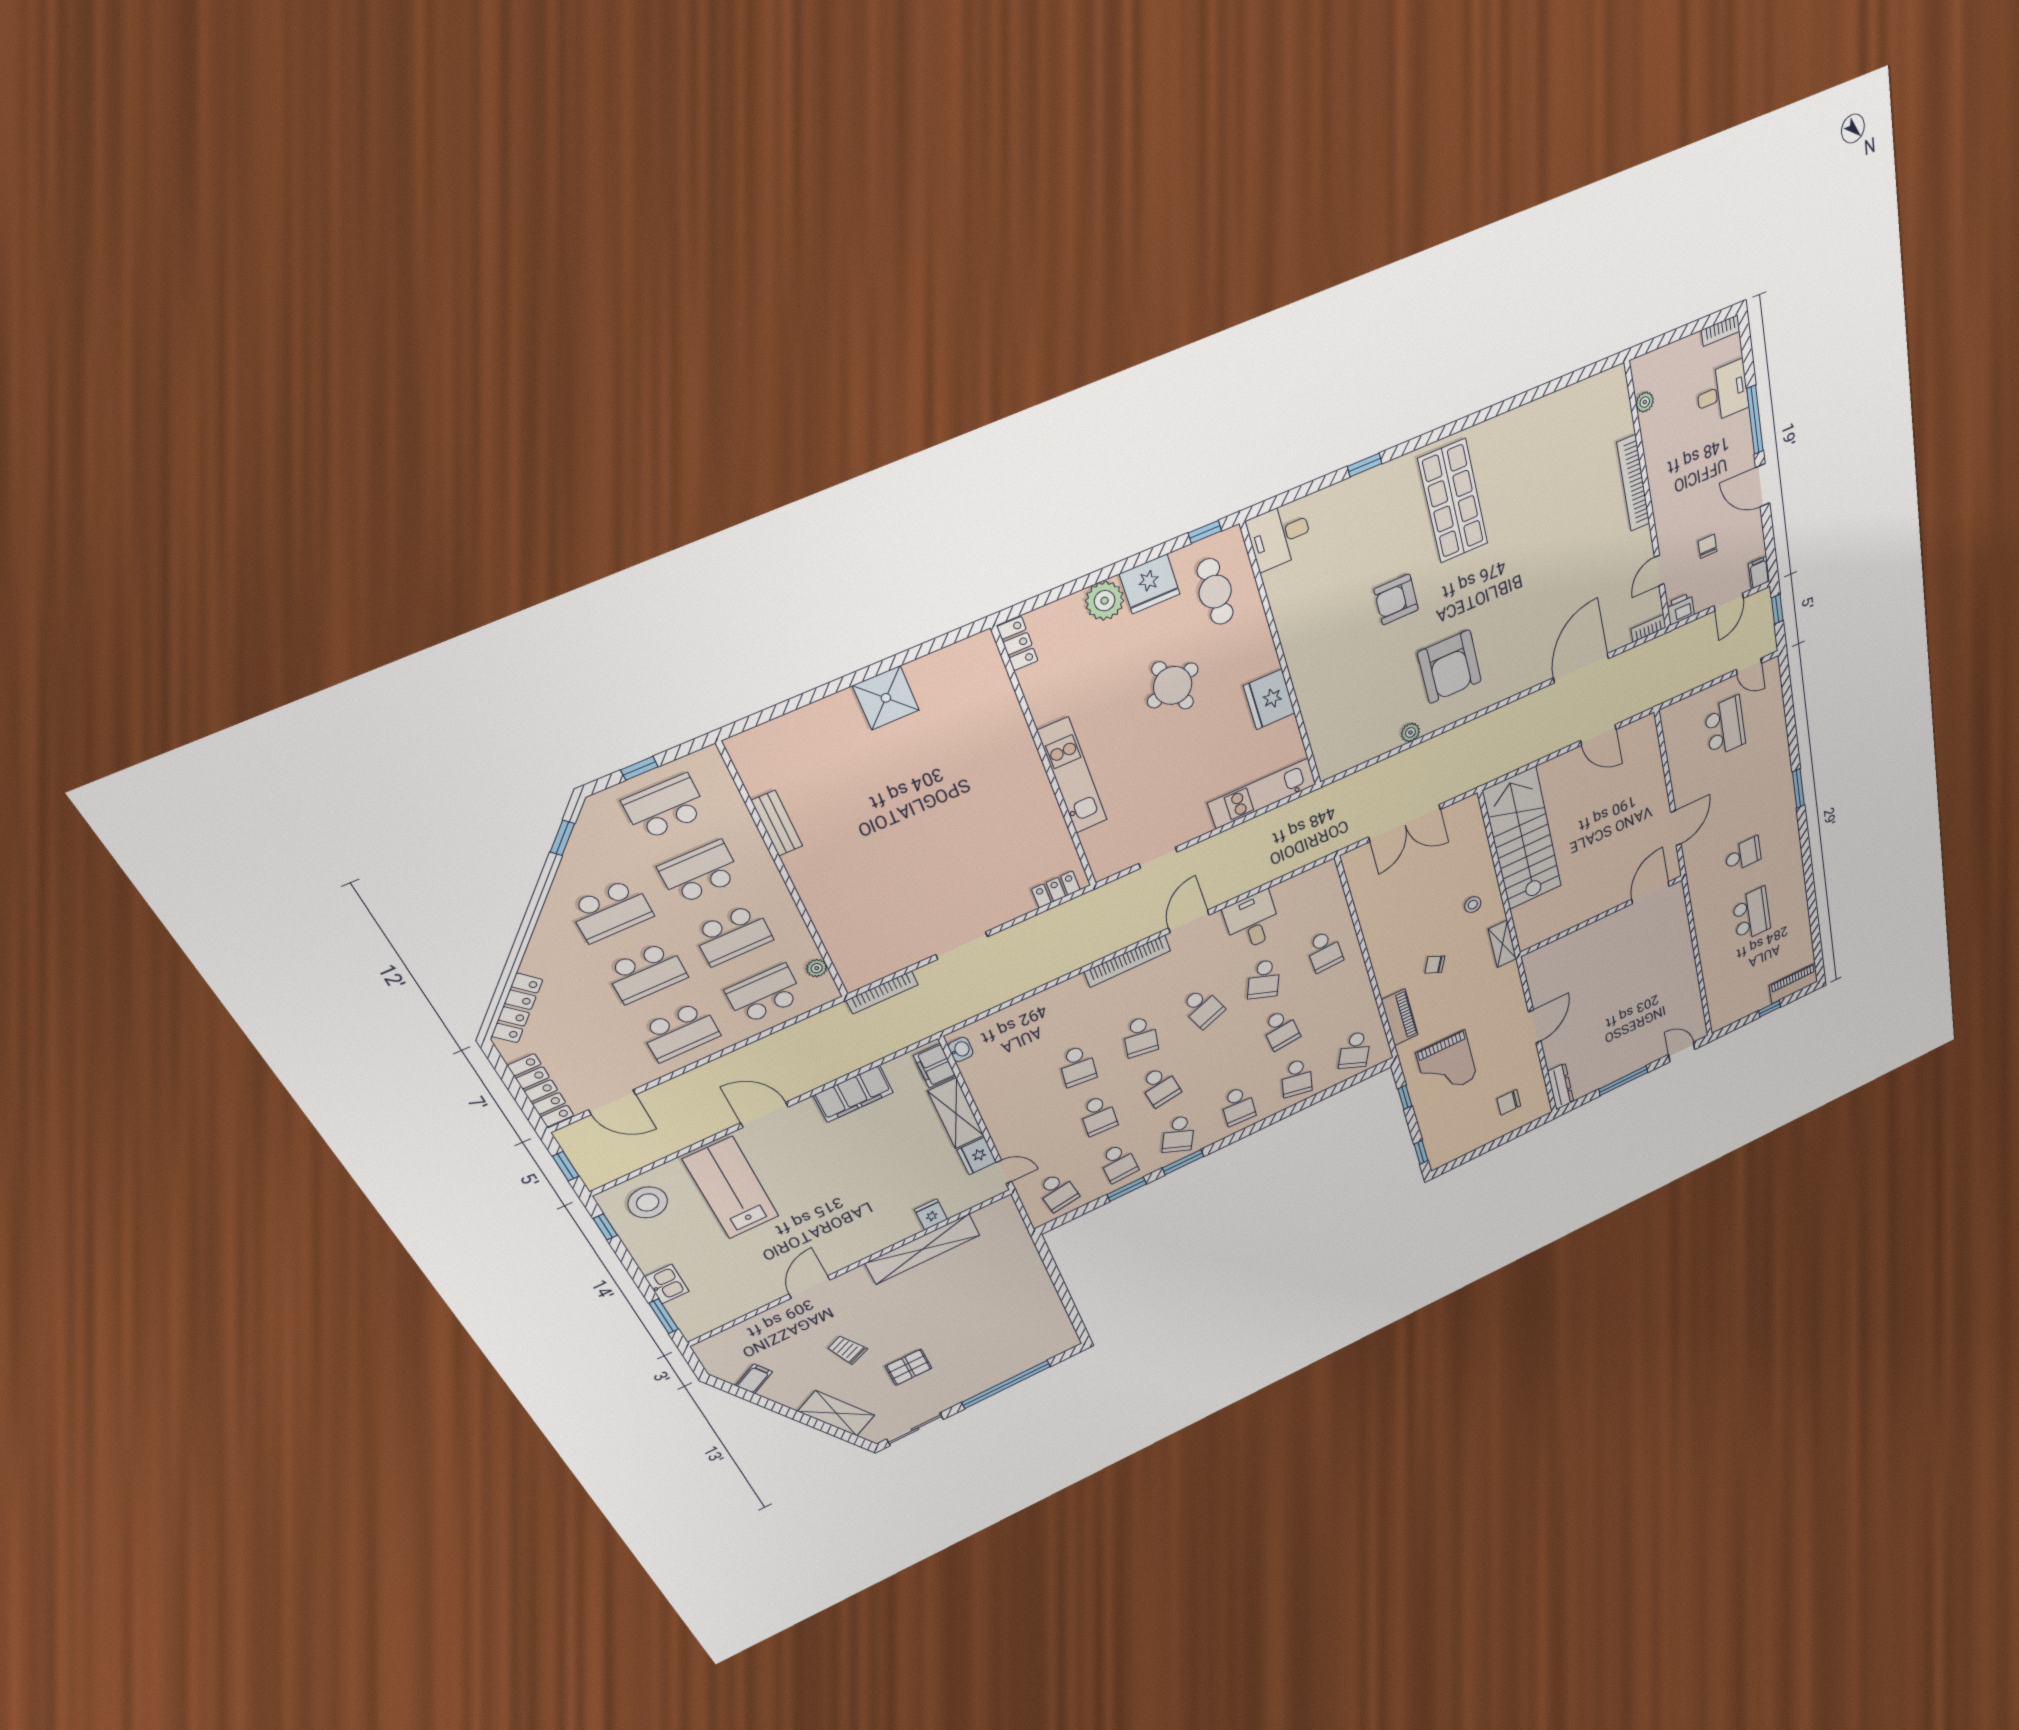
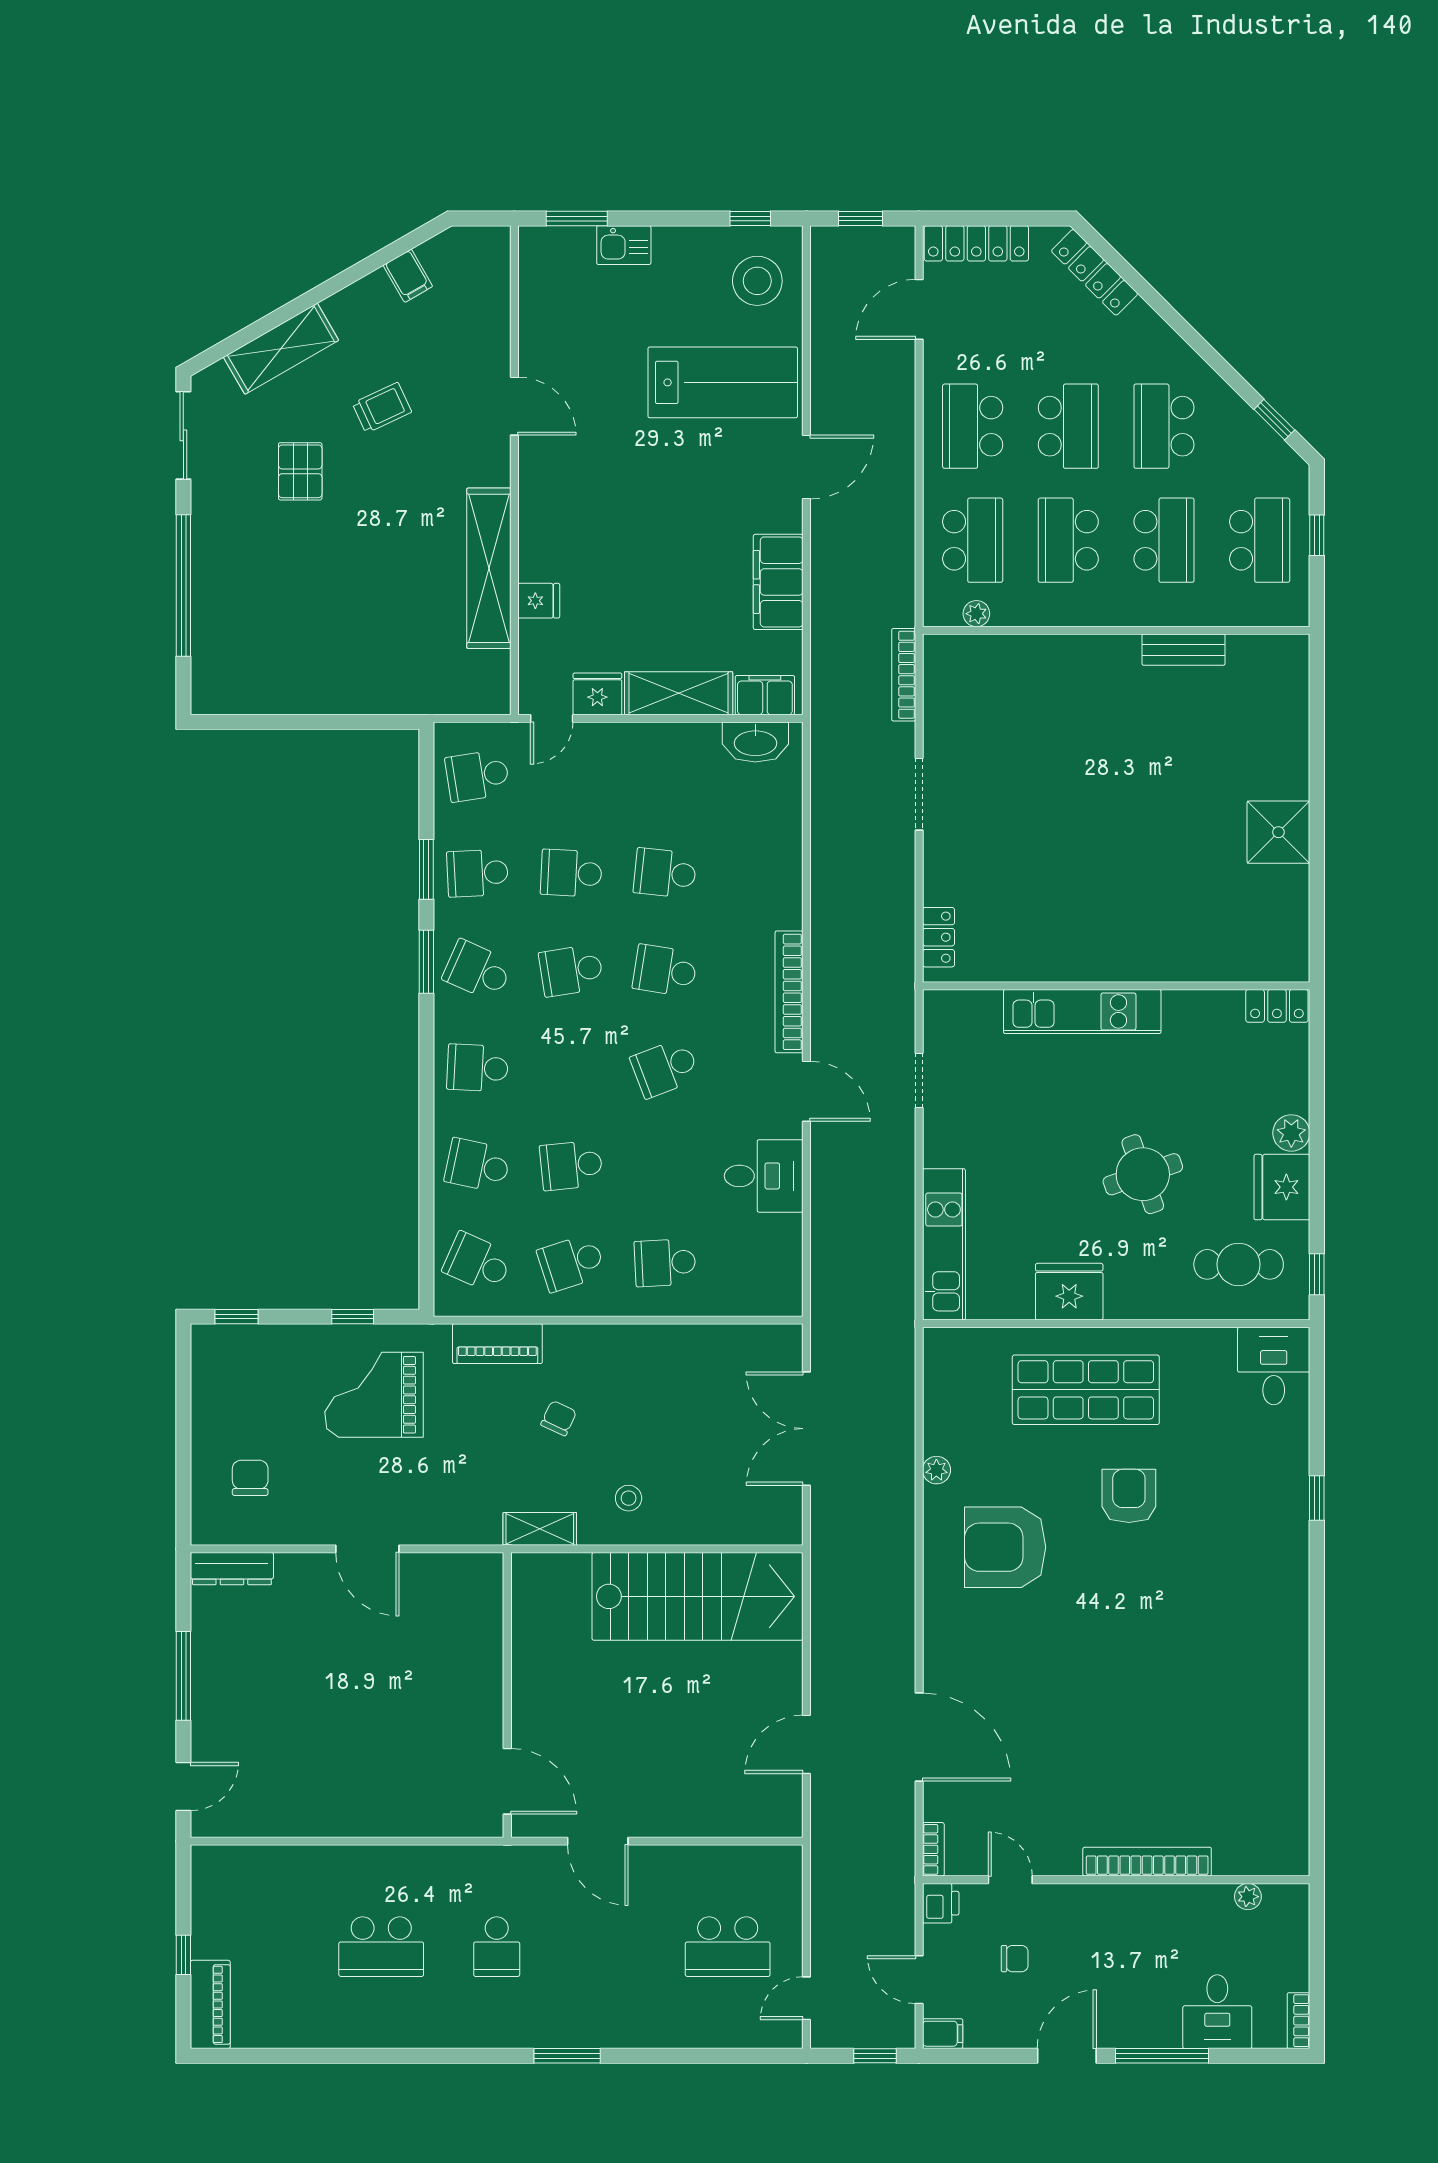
shop shelf: (1453, 501) -> (1086, 1390), moved
plant: (1105, 601) -> (1291, 1133), width x0.73, depth x0.73
school desk: (646, 973) -> (1068, 426), turned 180
school desk: (1264, 979) -> (571, 1263), moved, turned -39
washbasin: (961, 1049) -> (755, 742), width x1.91, depth x1.45

